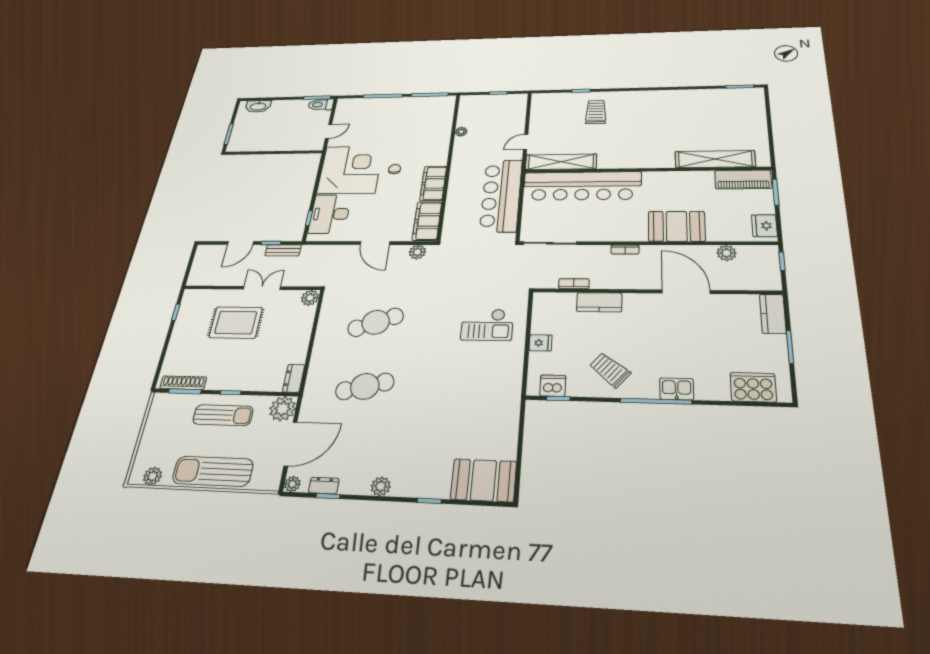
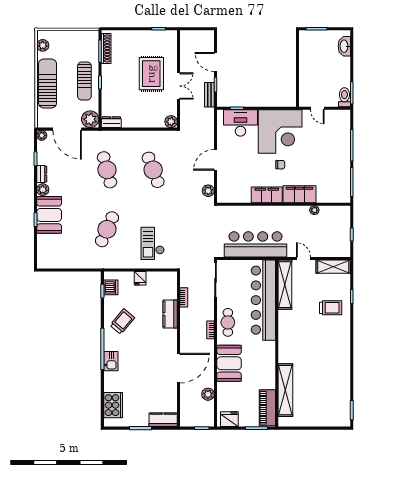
shelving: (539, 111) -> (333, 267), added
filing cabinet: (427, 221) -> (300, 194), moved
cafe table: (614, 228) -> (228, 322), added
cafe table: (458, 389) -> (107, 229), added
booth: (483, 480) -> (49, 215), moved
dresser: (324, 486) -> (42, 174), moved

